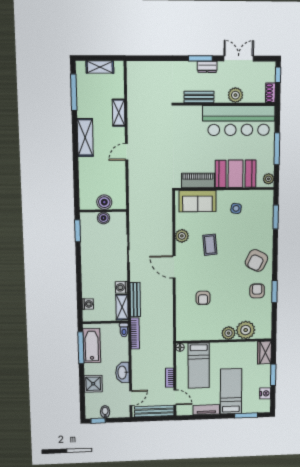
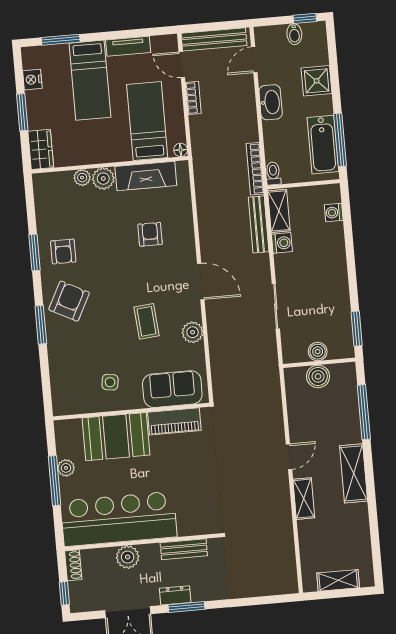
window: (74, 92) -> (364, 412), moved
shelving: (119, 113) -> (304, 499), moved
plant: (268, 179) -> (66, 468), moved
window: (276, 217) -> (41, 325), moved
plant: (246, 330) -> (82, 178), width x0.53, depth x0.53
fireplace: (202, 333) -> (146, 176), added

